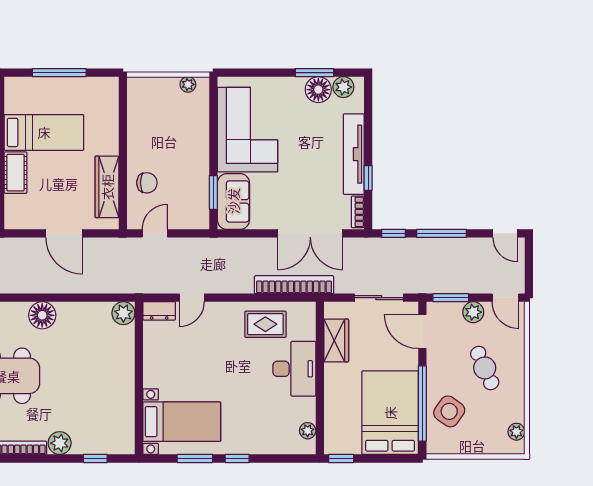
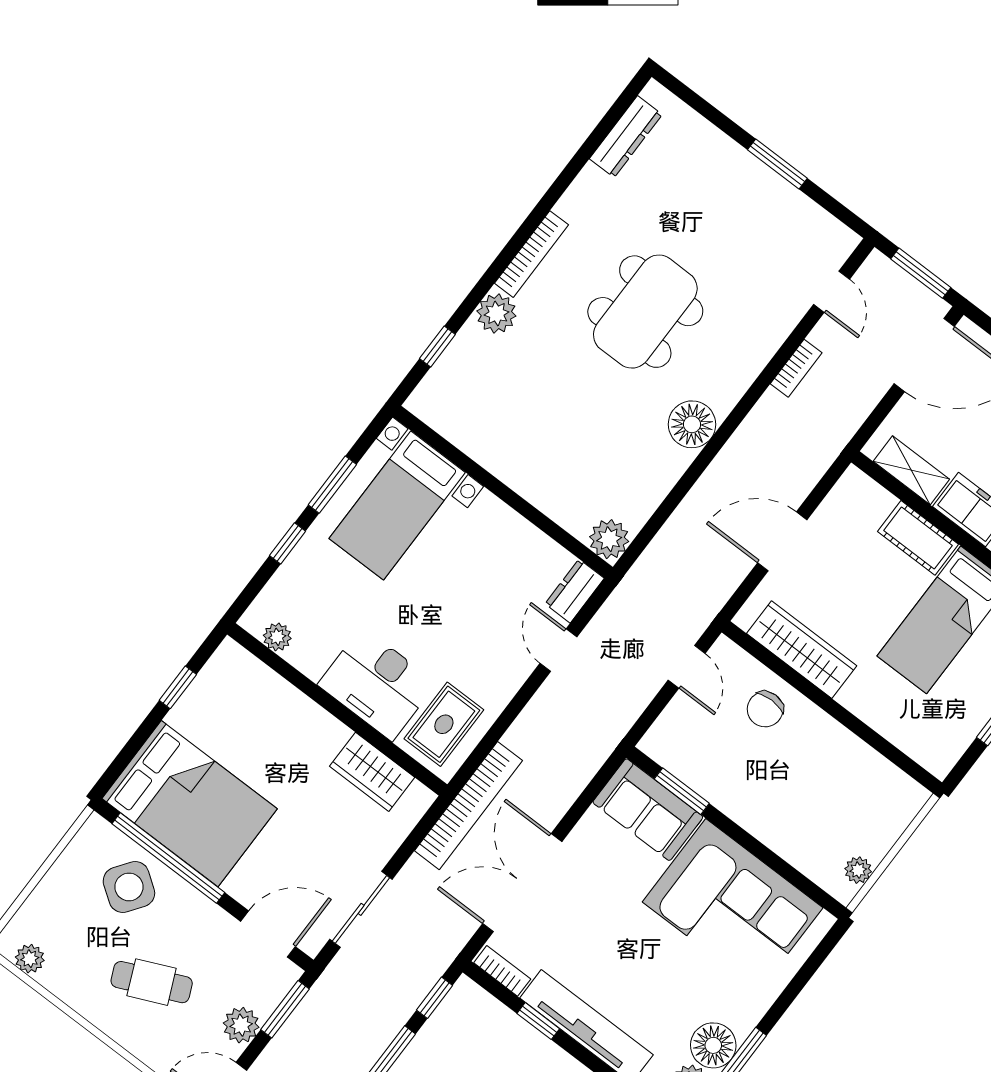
wardrobe: (336, 340) -> (372, 772), moved
desk: (294, 369) -> (377, 684), moved
wall: (320, 378) -> (337, 709), moved
plant: (308, 431) -> (277, 637), moved

